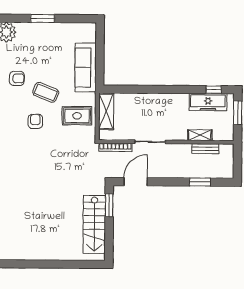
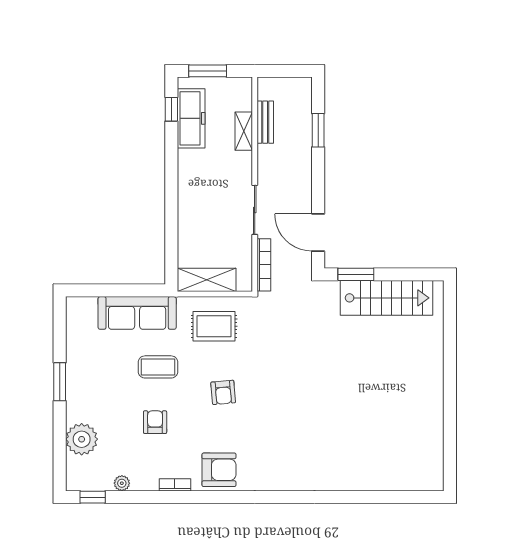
coffee table: (46, 92) -> (158, 367), moved, turned 68
rug: (77, 116) -> (214, 326), turned 90
armchair: (35, 121) -> (223, 392), turned -95

